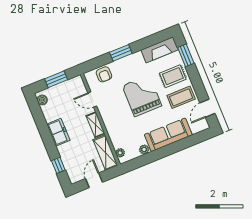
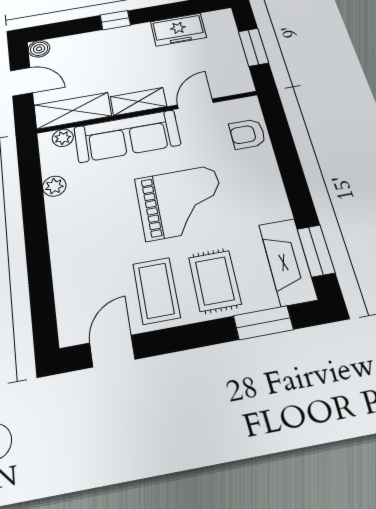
window: (121, 53) -> (316, 251), moved
boiler: (42, 100) -> (39, 49), moved
door: (207, 108) -> (112, 351), hinge flipped
freezer: (58, 132) -> (178, 30), moved
sofa: (168, 135) -> (127, 136), moved, turned 90
window: (58, 165) -> (115, 20), moved

